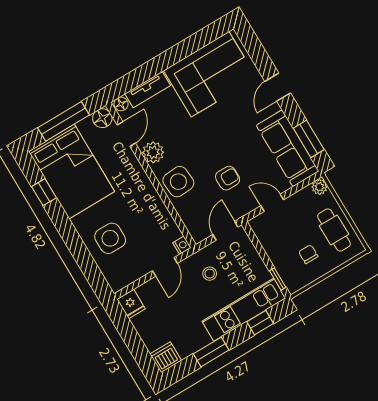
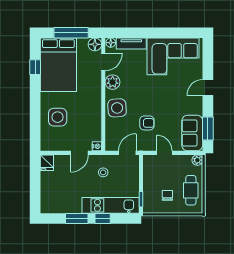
sofa: (288, 148) -> (192, 133), width x0.73
window: (260, 323) -> (103, 219), moved
dishwasher: (166, 357) -> (48, 206), removed

